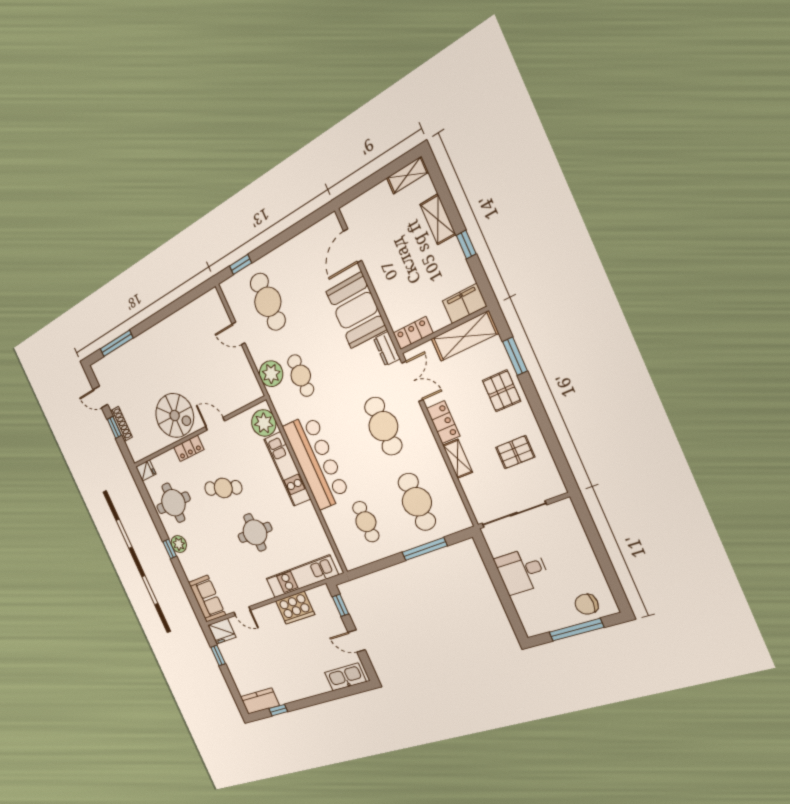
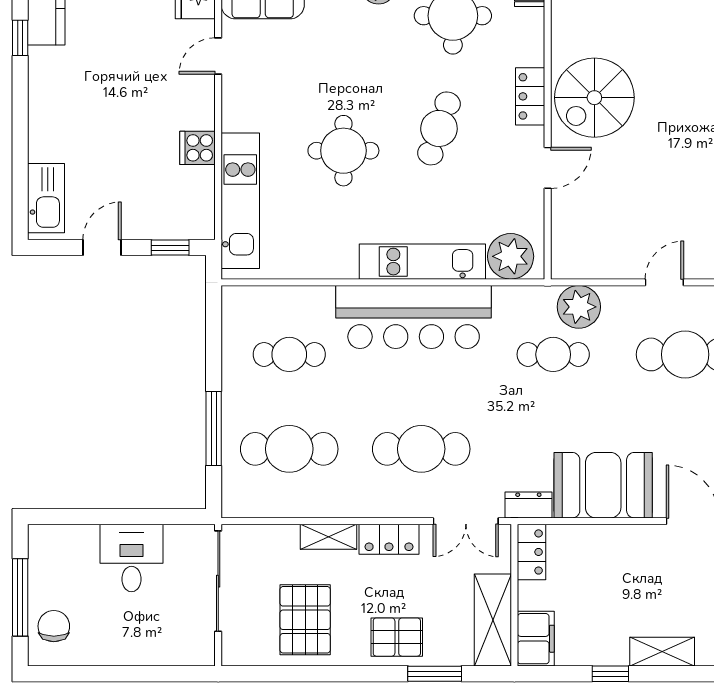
pallet: (515, 452) -> (305, 620), width x1.50, depth x1.42
cooker: (295, 608) -> (198, 148), width x0.53, depth x0.76

